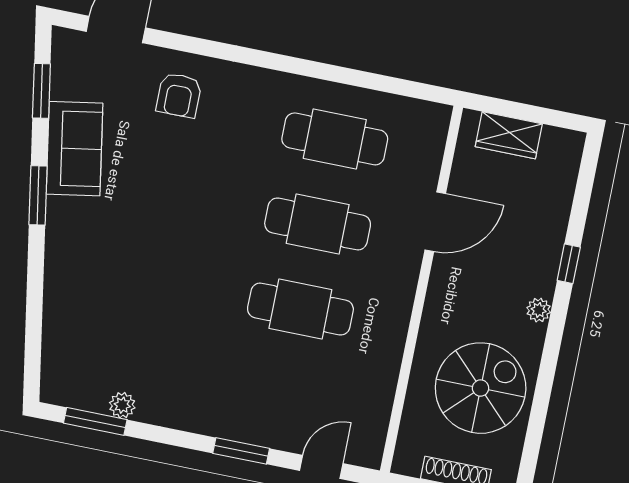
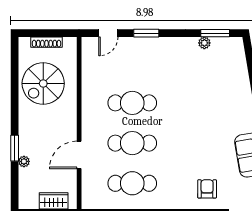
window: (569, 264) -> (15, 148), width x1.50
plant: (539, 310) -> (24, 161), moved

